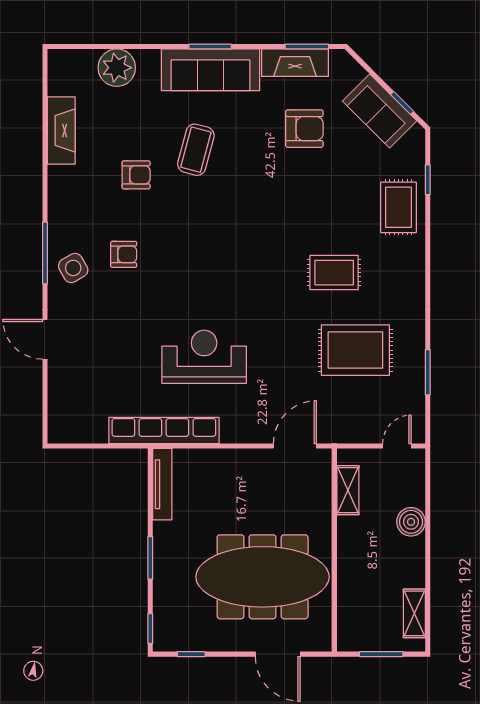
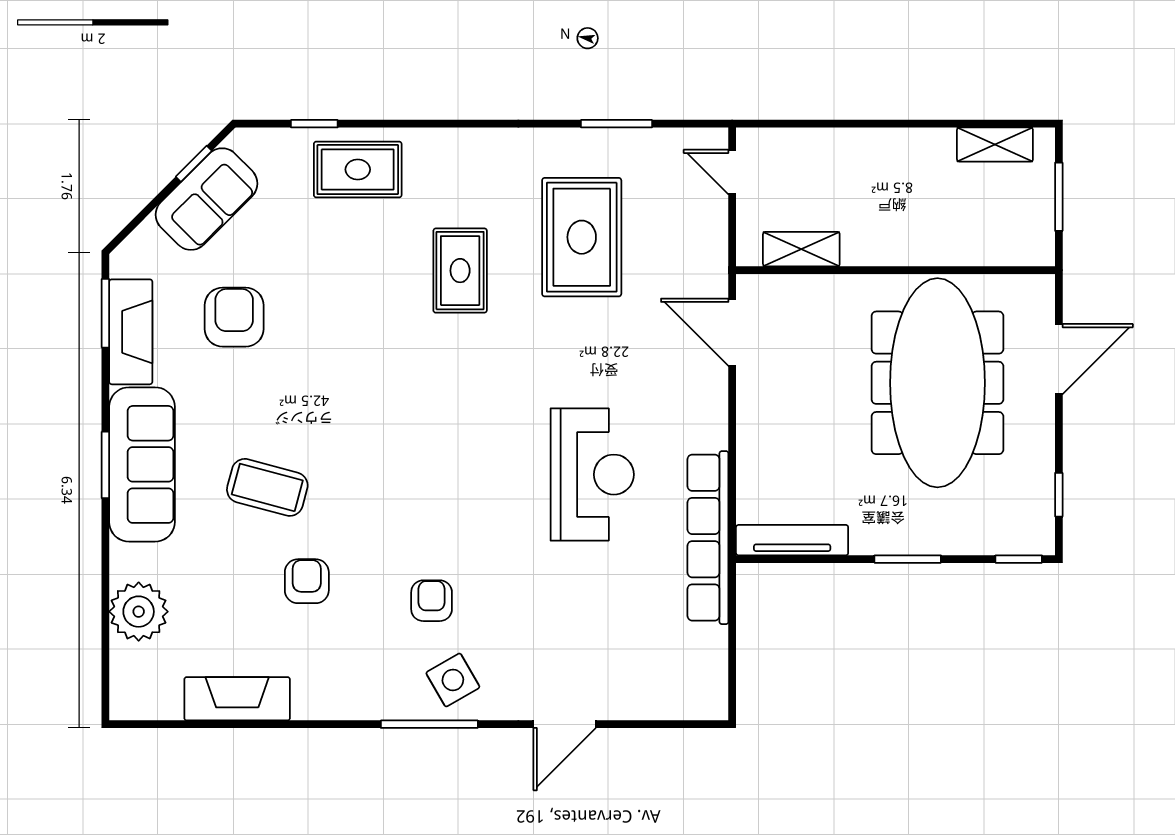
reception desk: (204, 357) -> (592, 475), turned 180
boiler: (411, 522) -> (851, 150), removed

